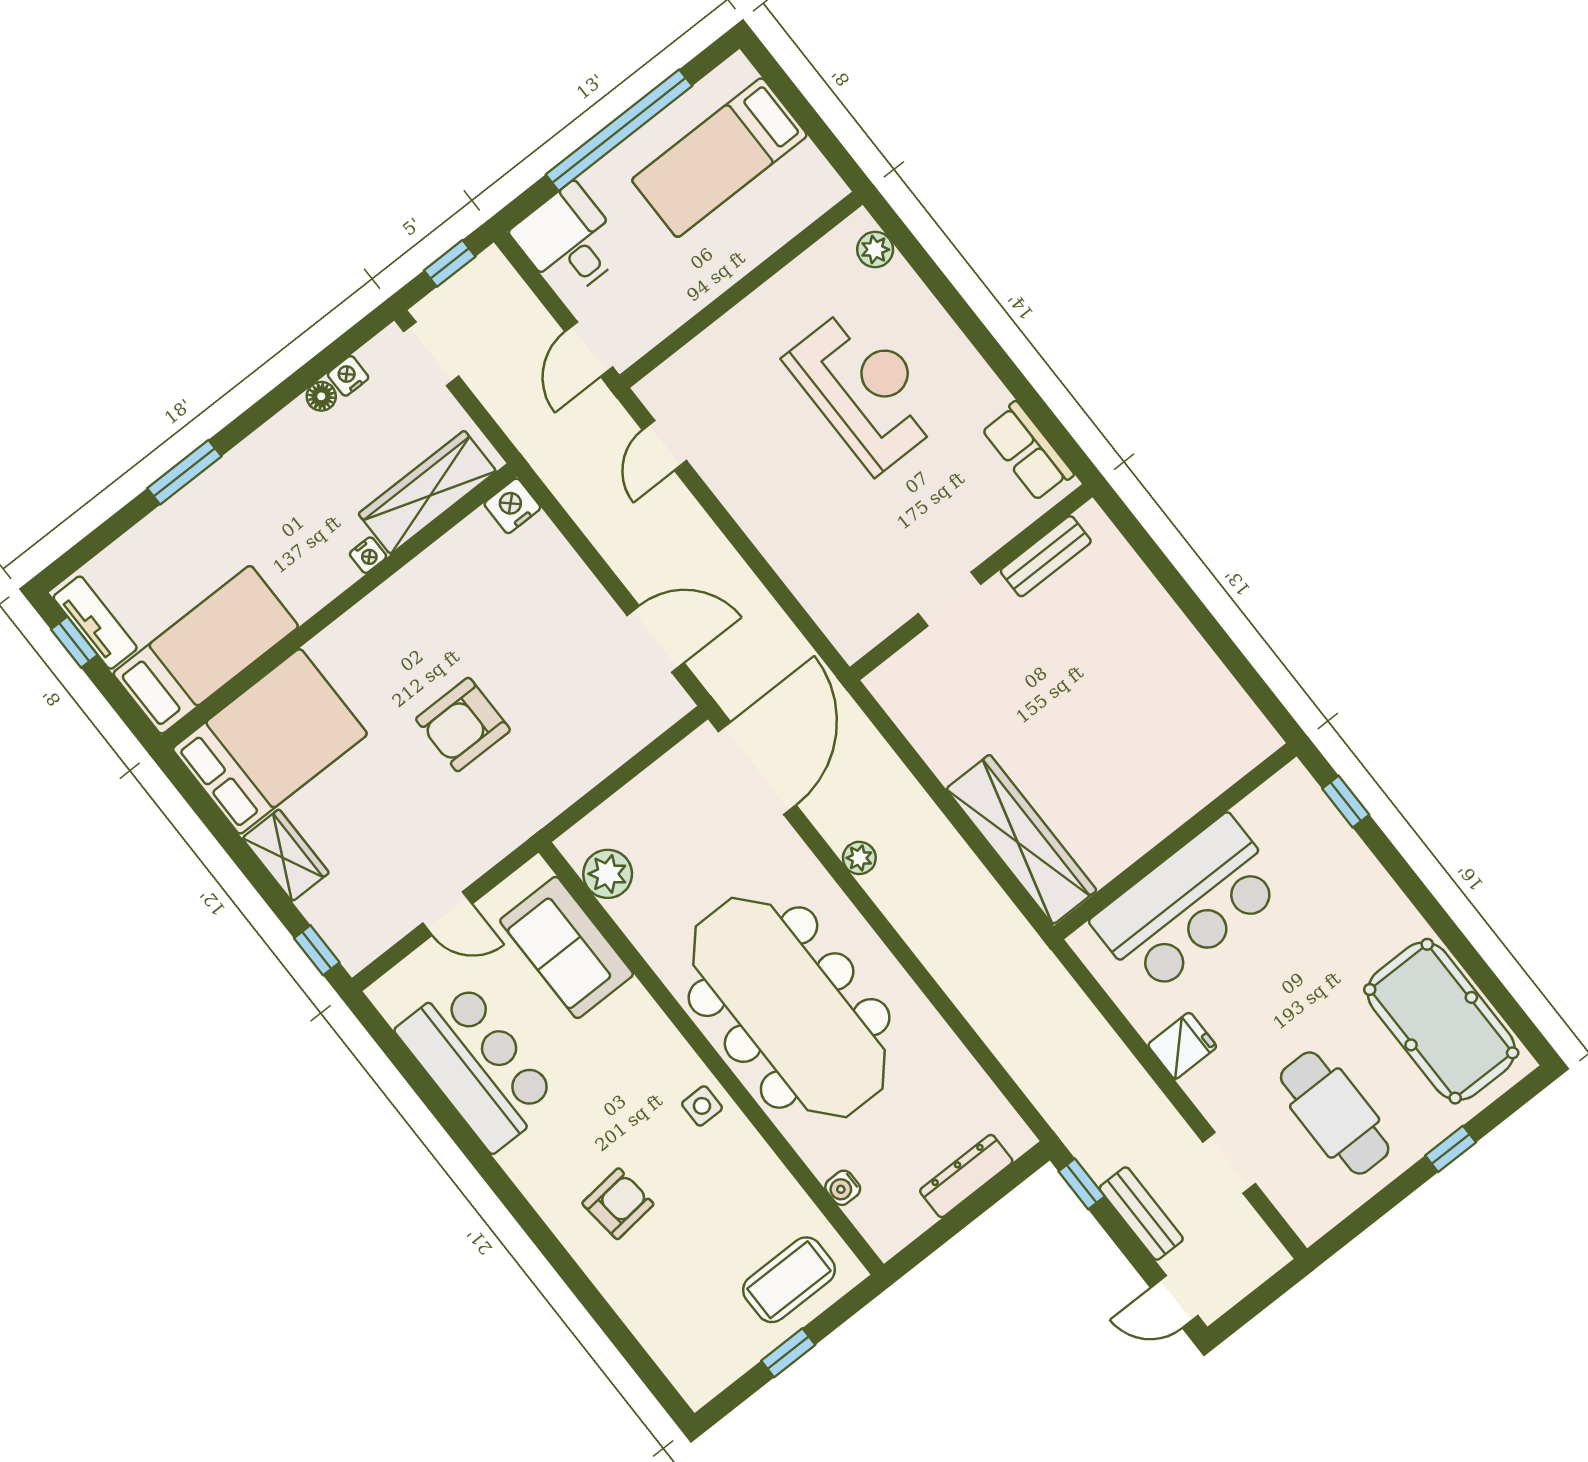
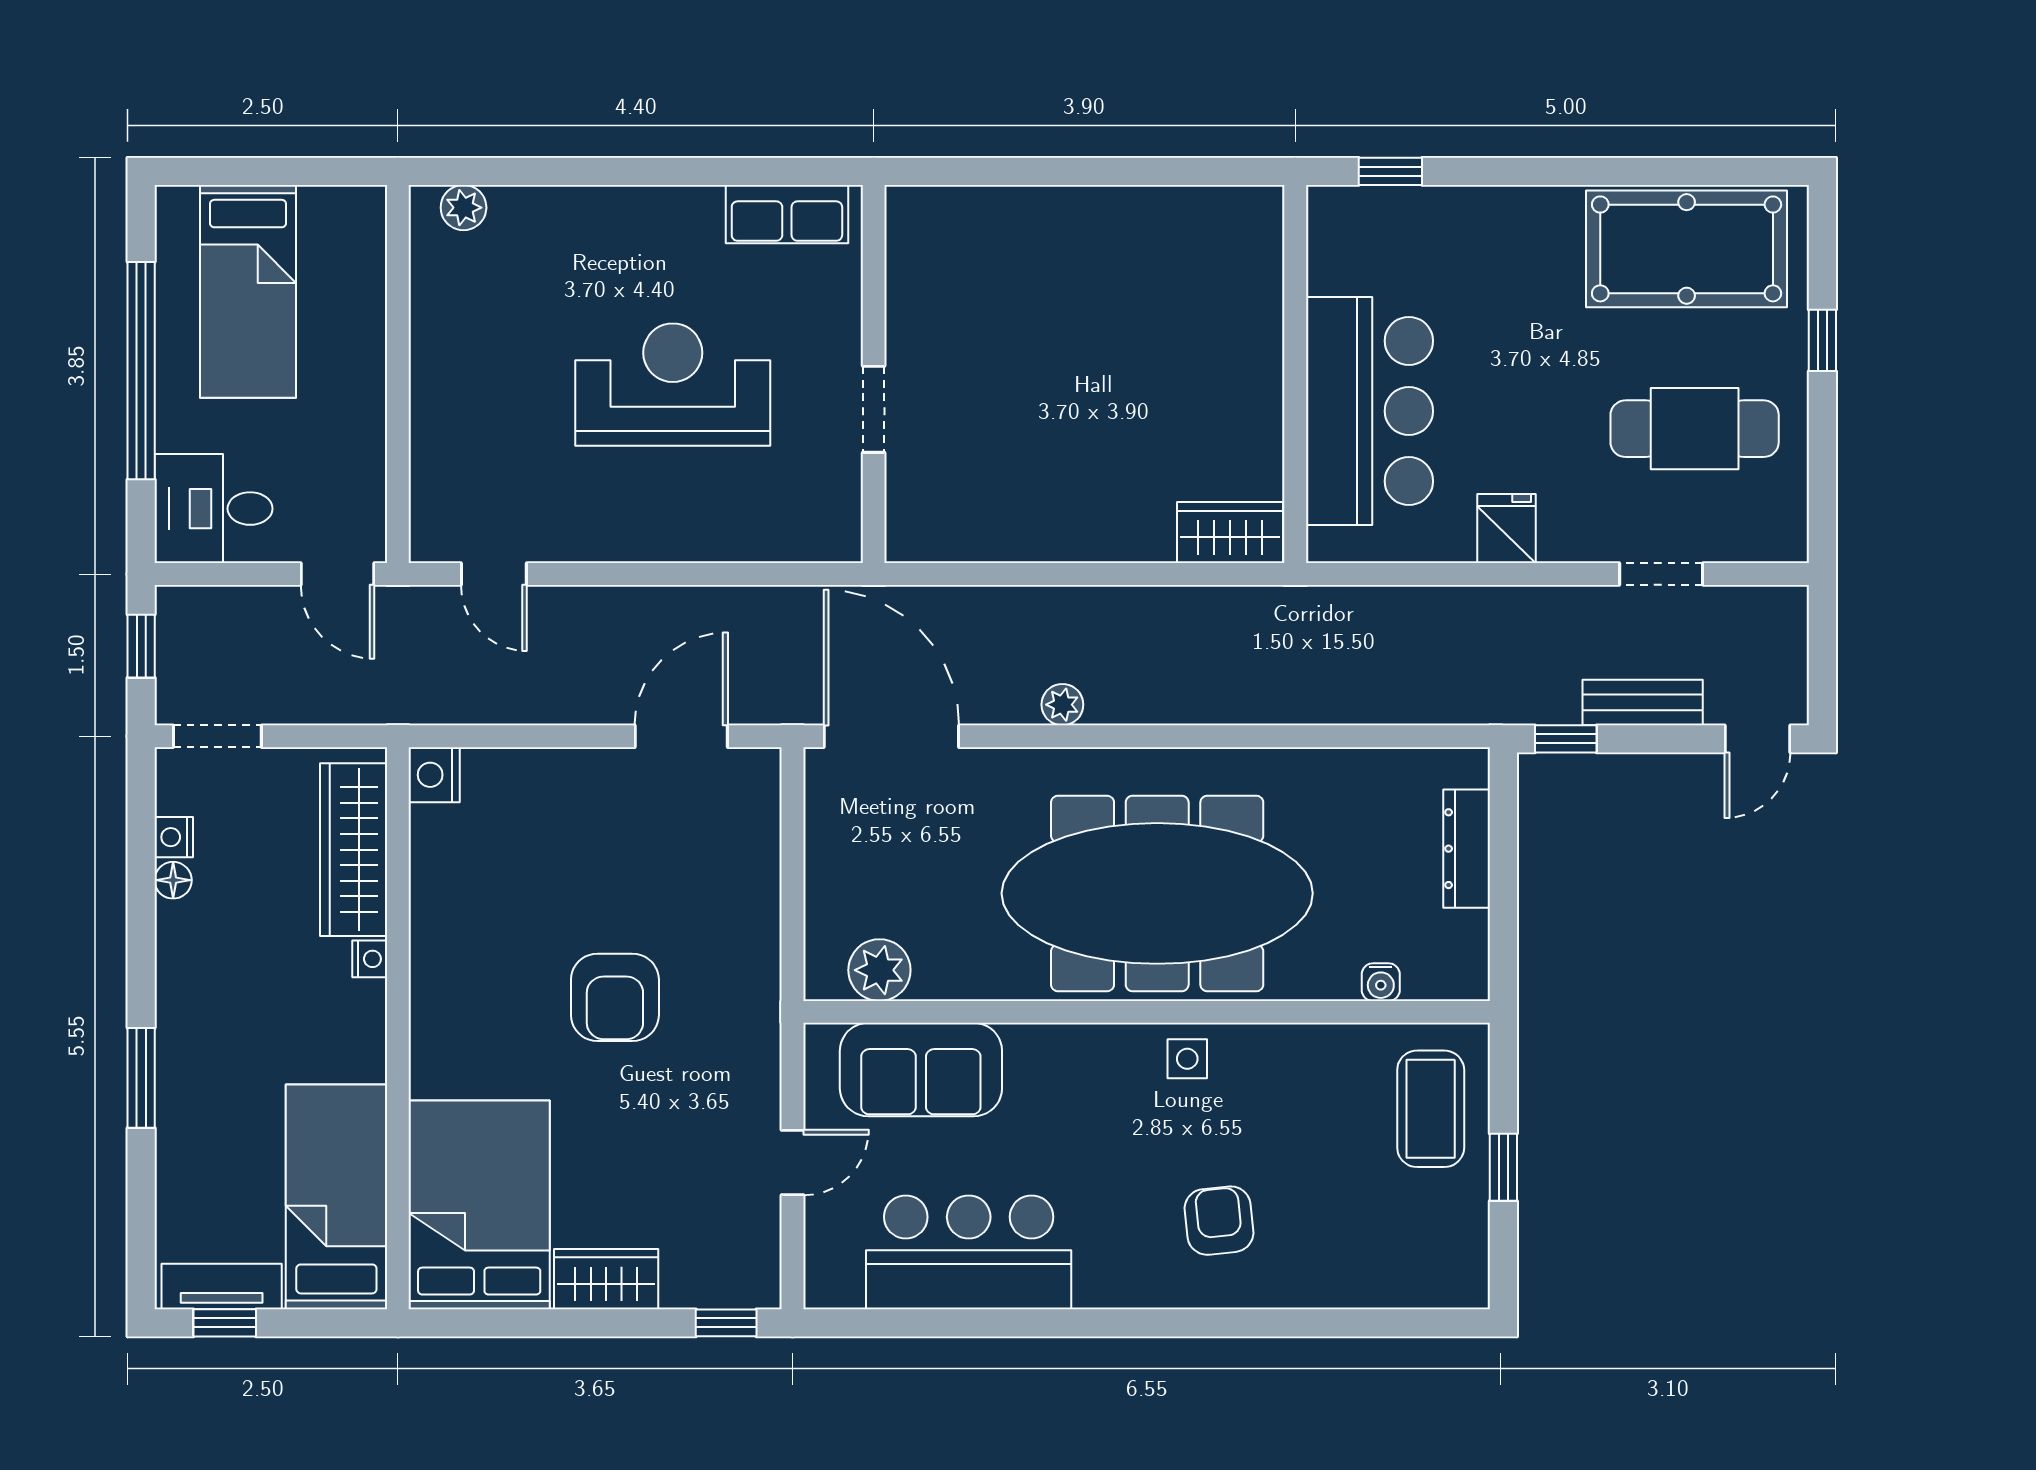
reception desk: (865, 389) -> (673, 385), moved
bench: (1046, 556) -> (907, 279), removed
wardrobe: (1021, 840) -> (1230, 533), width x0.48, depth x0.85

